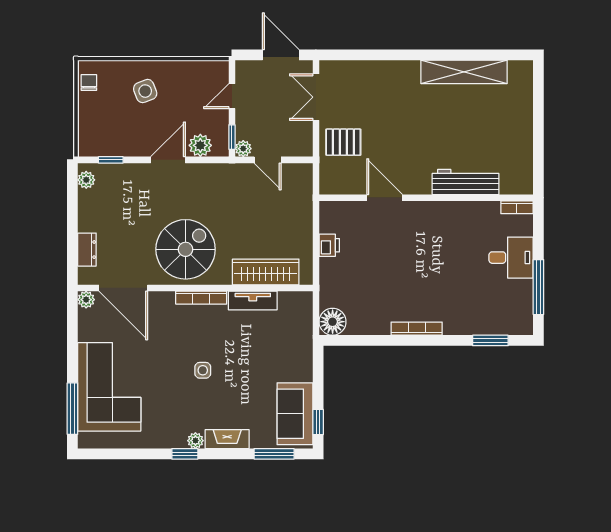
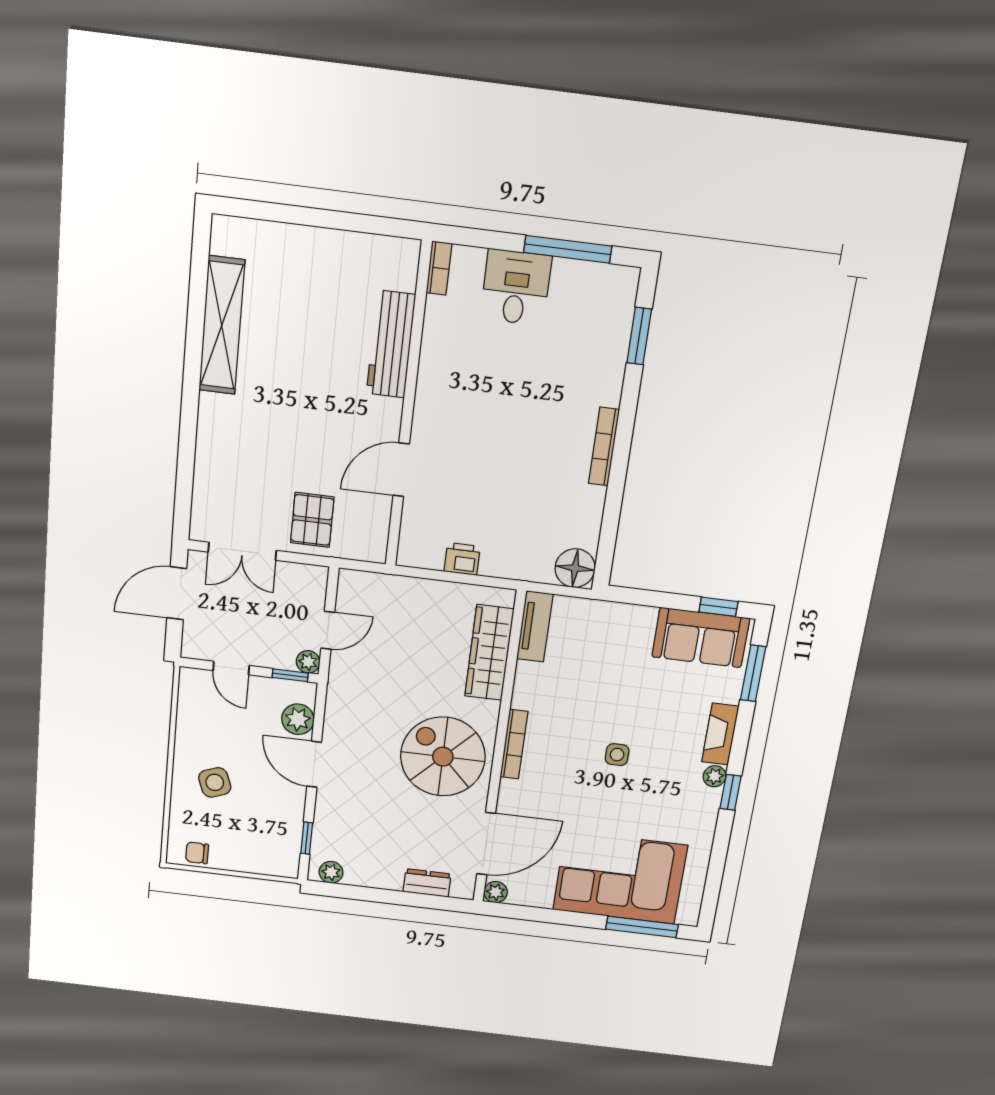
tv unit: (253, 300) -> (535, 627), moved

